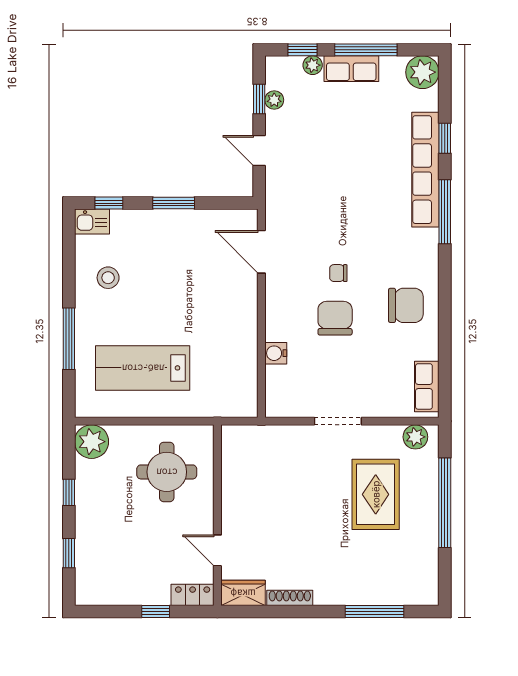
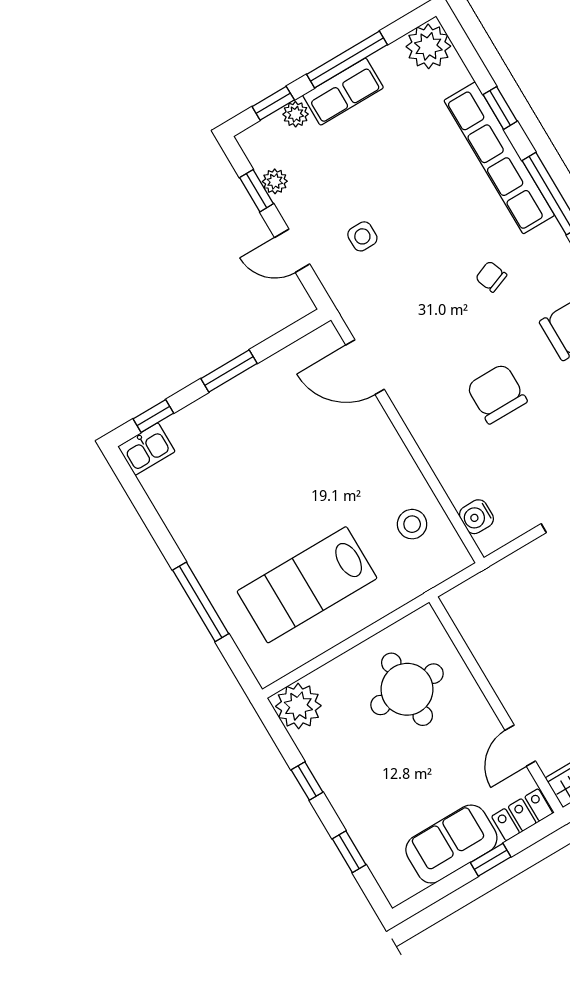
side table: (309, 168) -> (362, 236), added
chair: (338, 273) -> (491, 277), moved, turned 69
stool: (108, 278) -> (412, 524), moved
water cooler: (276, 353) -> (476, 517), moved
door: (217, 550) -> (520, 746), hinge flipped
sofa: (137, 587) -> (451, 844), added

